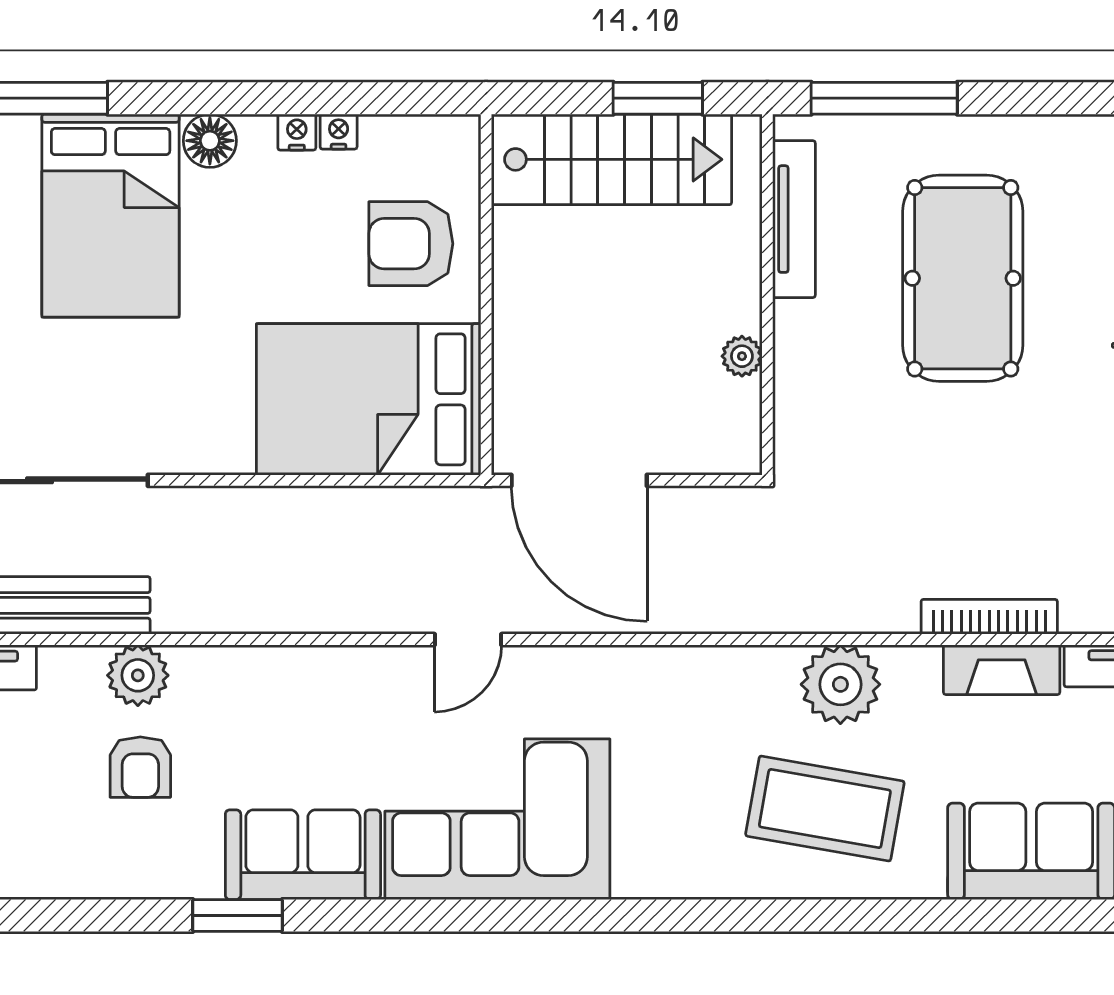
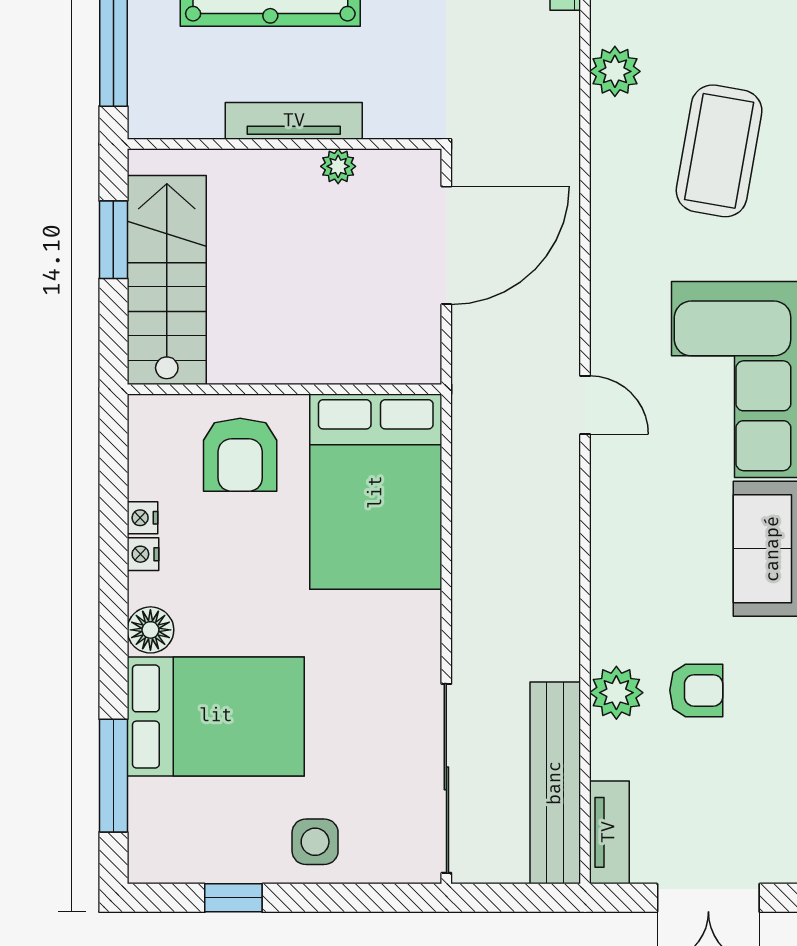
tv unit: (794, 219) -> (294, 121), moved
door: (579, 480) -> (446, 245), moved
plant: (840, 684) -> (615, 71), width x0.73, depth x0.73
coffee table: (825, 809) -> (719, 151), moved

